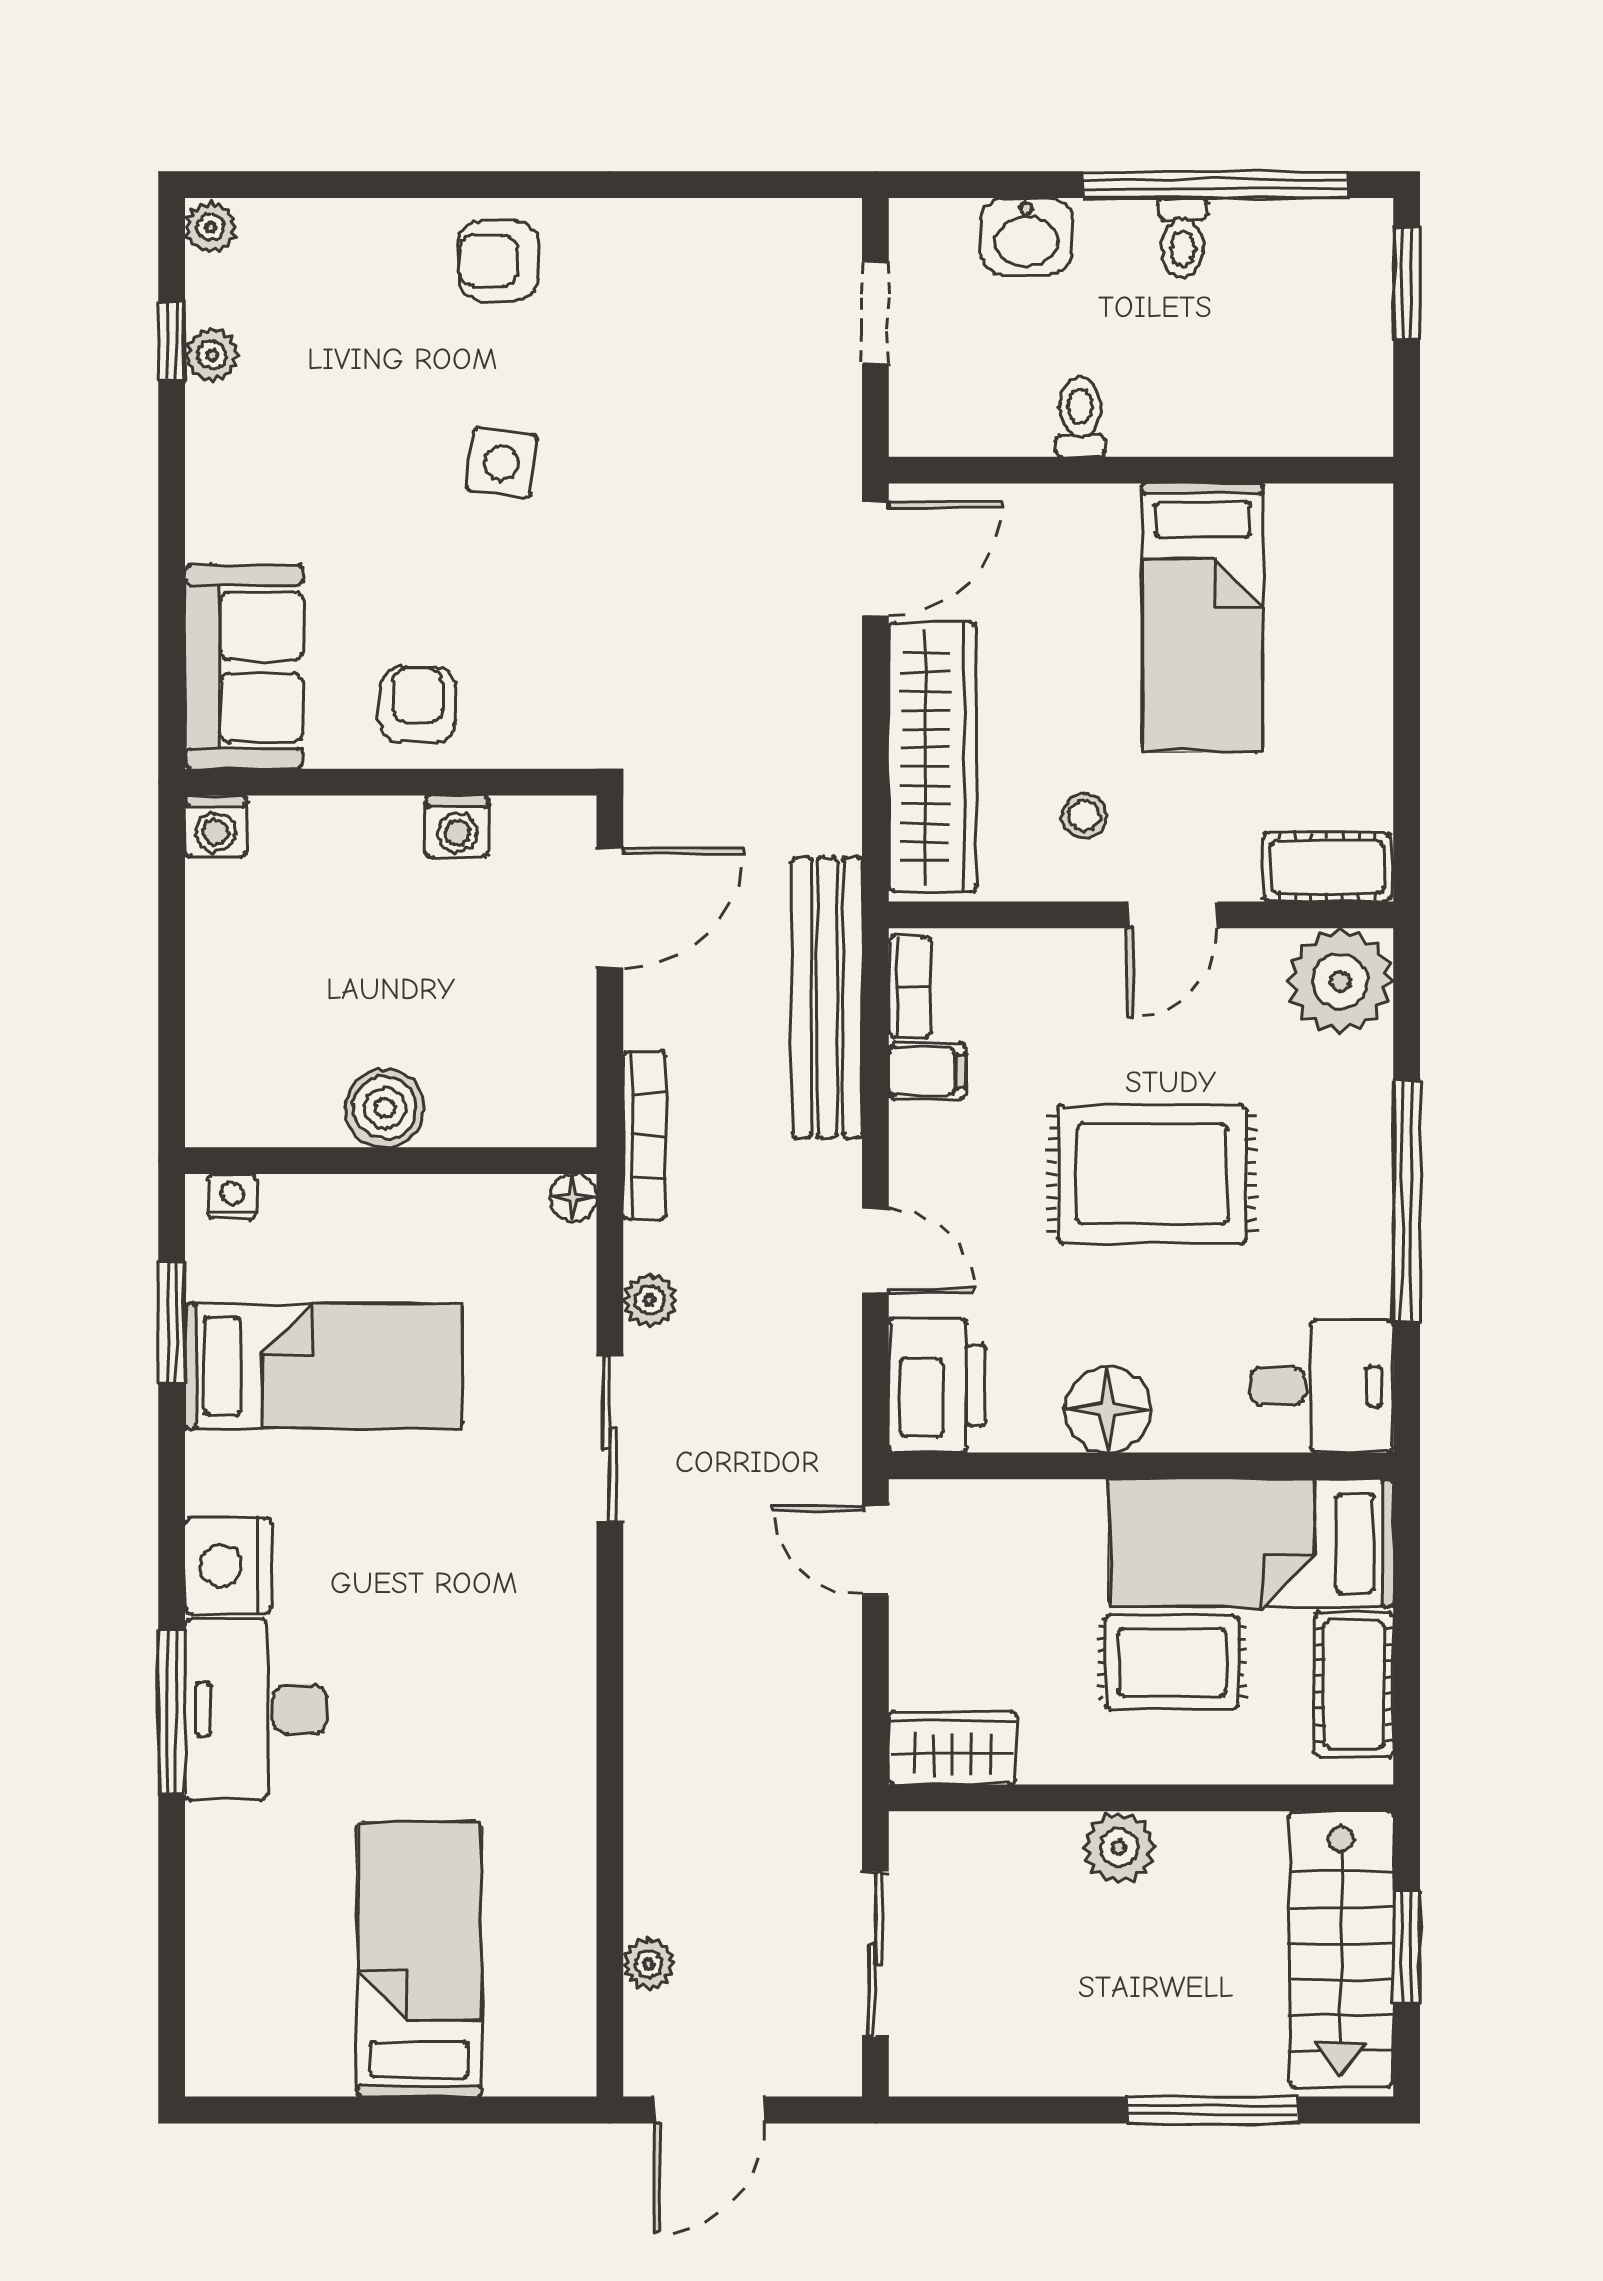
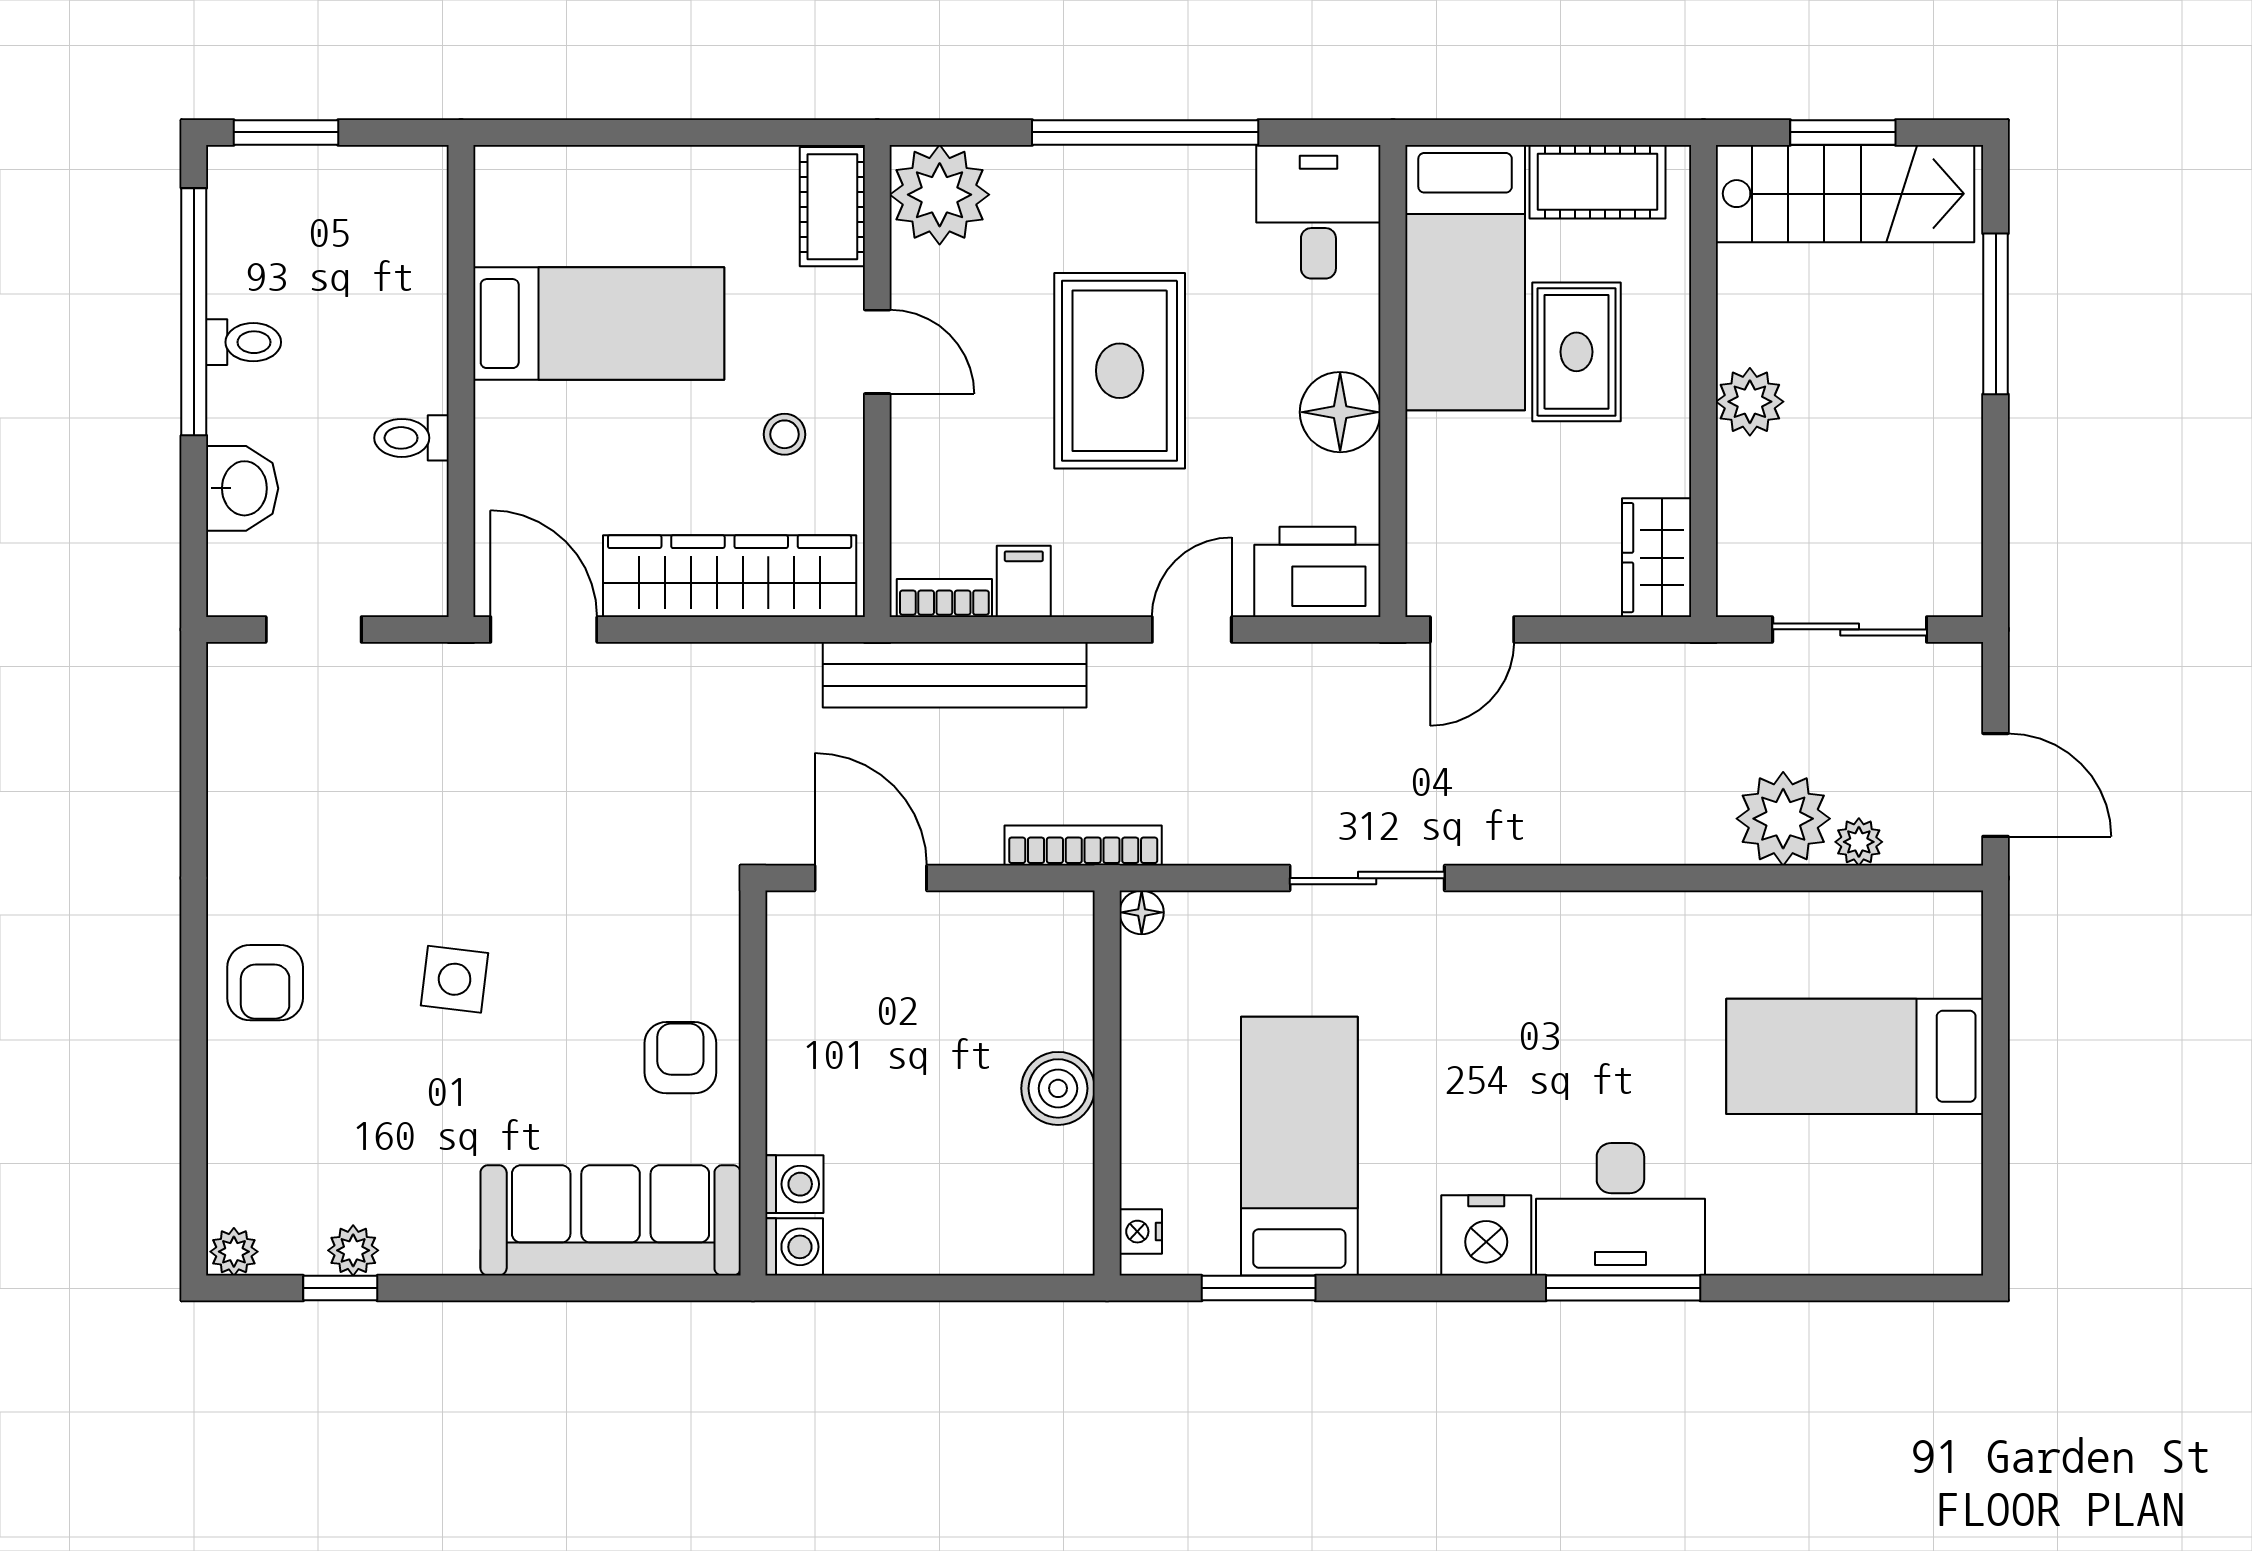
sofa: (244, 667) -> (611, 1220), width x1.36
armchair: (418, 705) -> (680, 1058), turned 90
washing machine: (457, 826) -> (794, 1184), moved
plant: (650, 1300) -> (1783, 819), moved, width x1.88, depth x1.88

